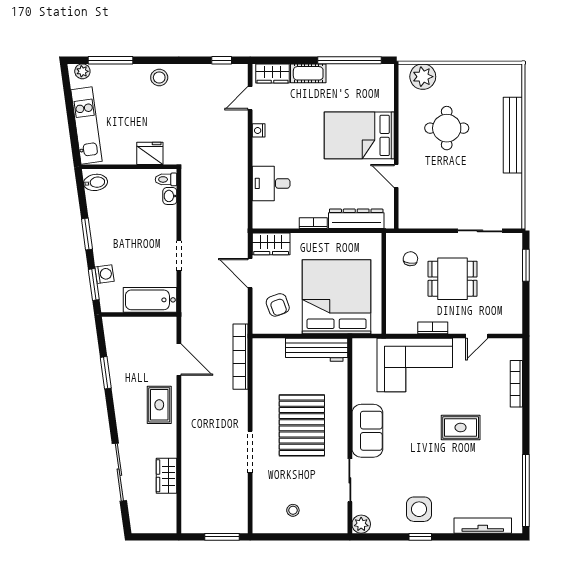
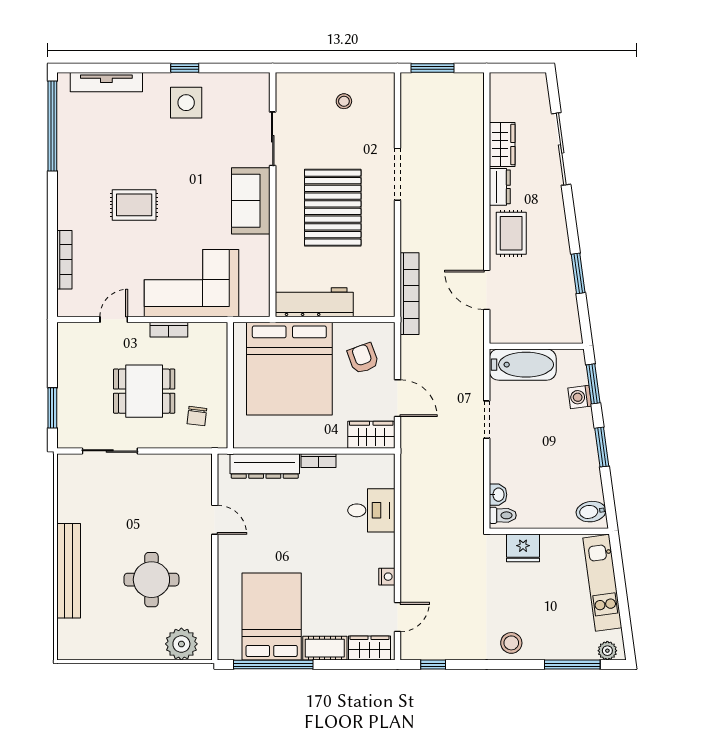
bed: (359, 135) -> (272, 617), moved, turned -90
dresser: (168, 442) -> (500, 187), added
plant: (361, 524) -> (259, 84), removed

